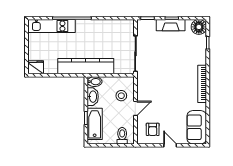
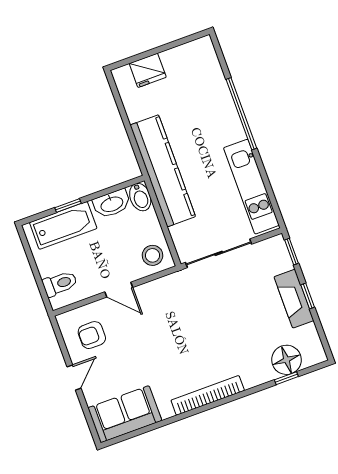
kitchen unit: (52, 26) -> (251, 187), moved
floor lamp: (199, 27) -> (286, 360), moved
fridge: (36, 67) -> (148, 70), moved, turned 90
stool: (121, 96) -> (153, 255), moved

